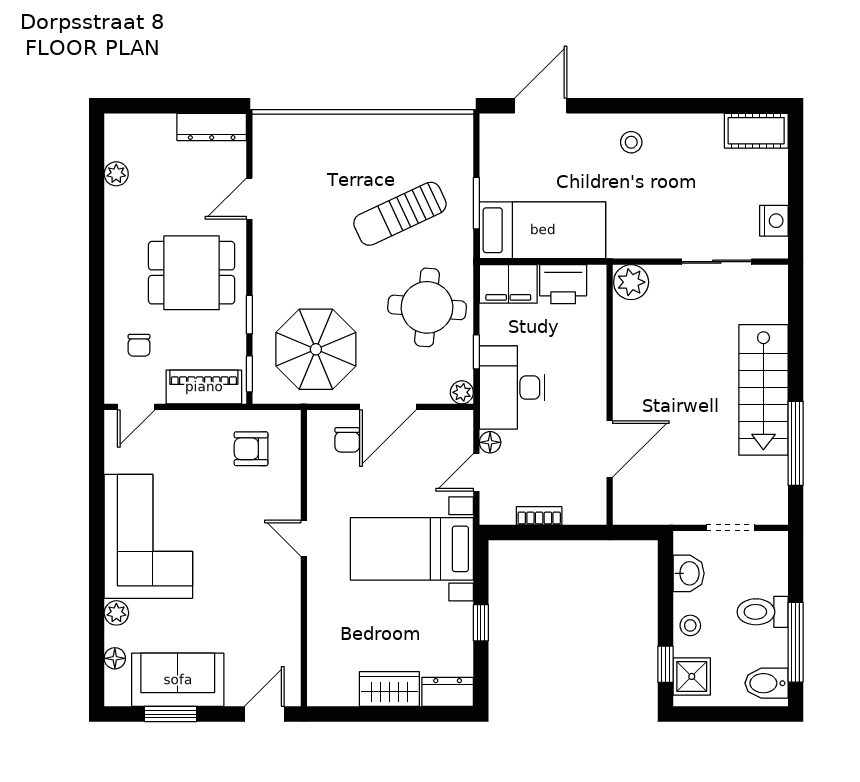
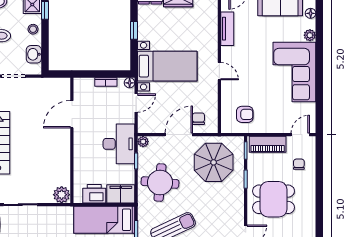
floor lamp: (490, 442) -> (130, 83), moved
tv unit: (288, 626) -> (227, 29), added

